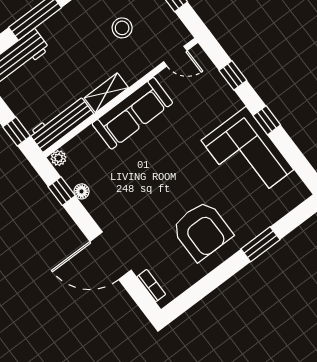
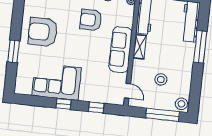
door: (175, 56) -> (127, 91), swing flipped
armchair: (130, 185) -> (91, 20), added

